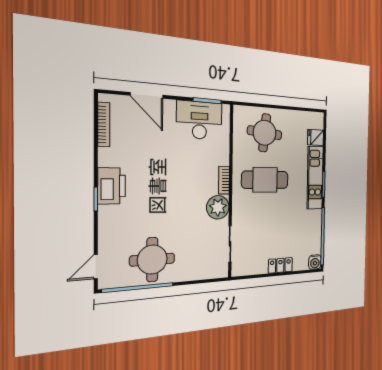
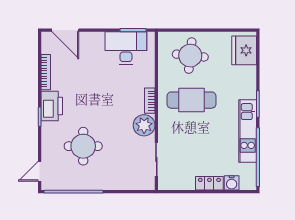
door: (147, 95) -> (65, 30), moved
bookcase: (104, 125) -> (46, 72), moved
fridge: (316, 137) -> (244, 50), width x1.88, depth x1.34
kitchen unit: (315, 178) -> (248, 131), moved
round table: (152, 260) -> (83, 146), moved
water cooler: (315, 262) -> (232, 183), moved

